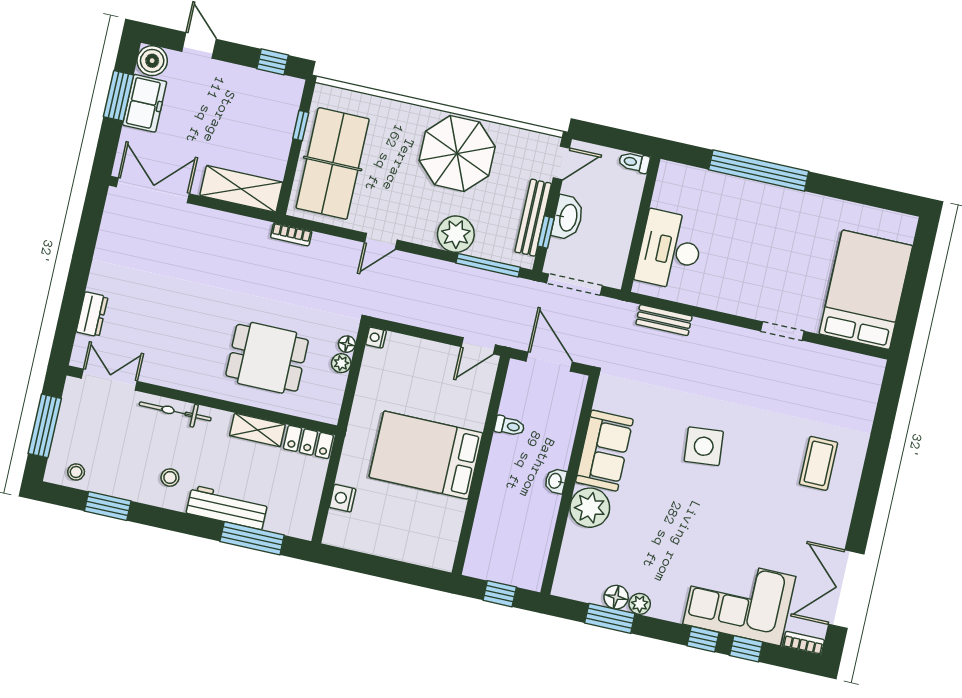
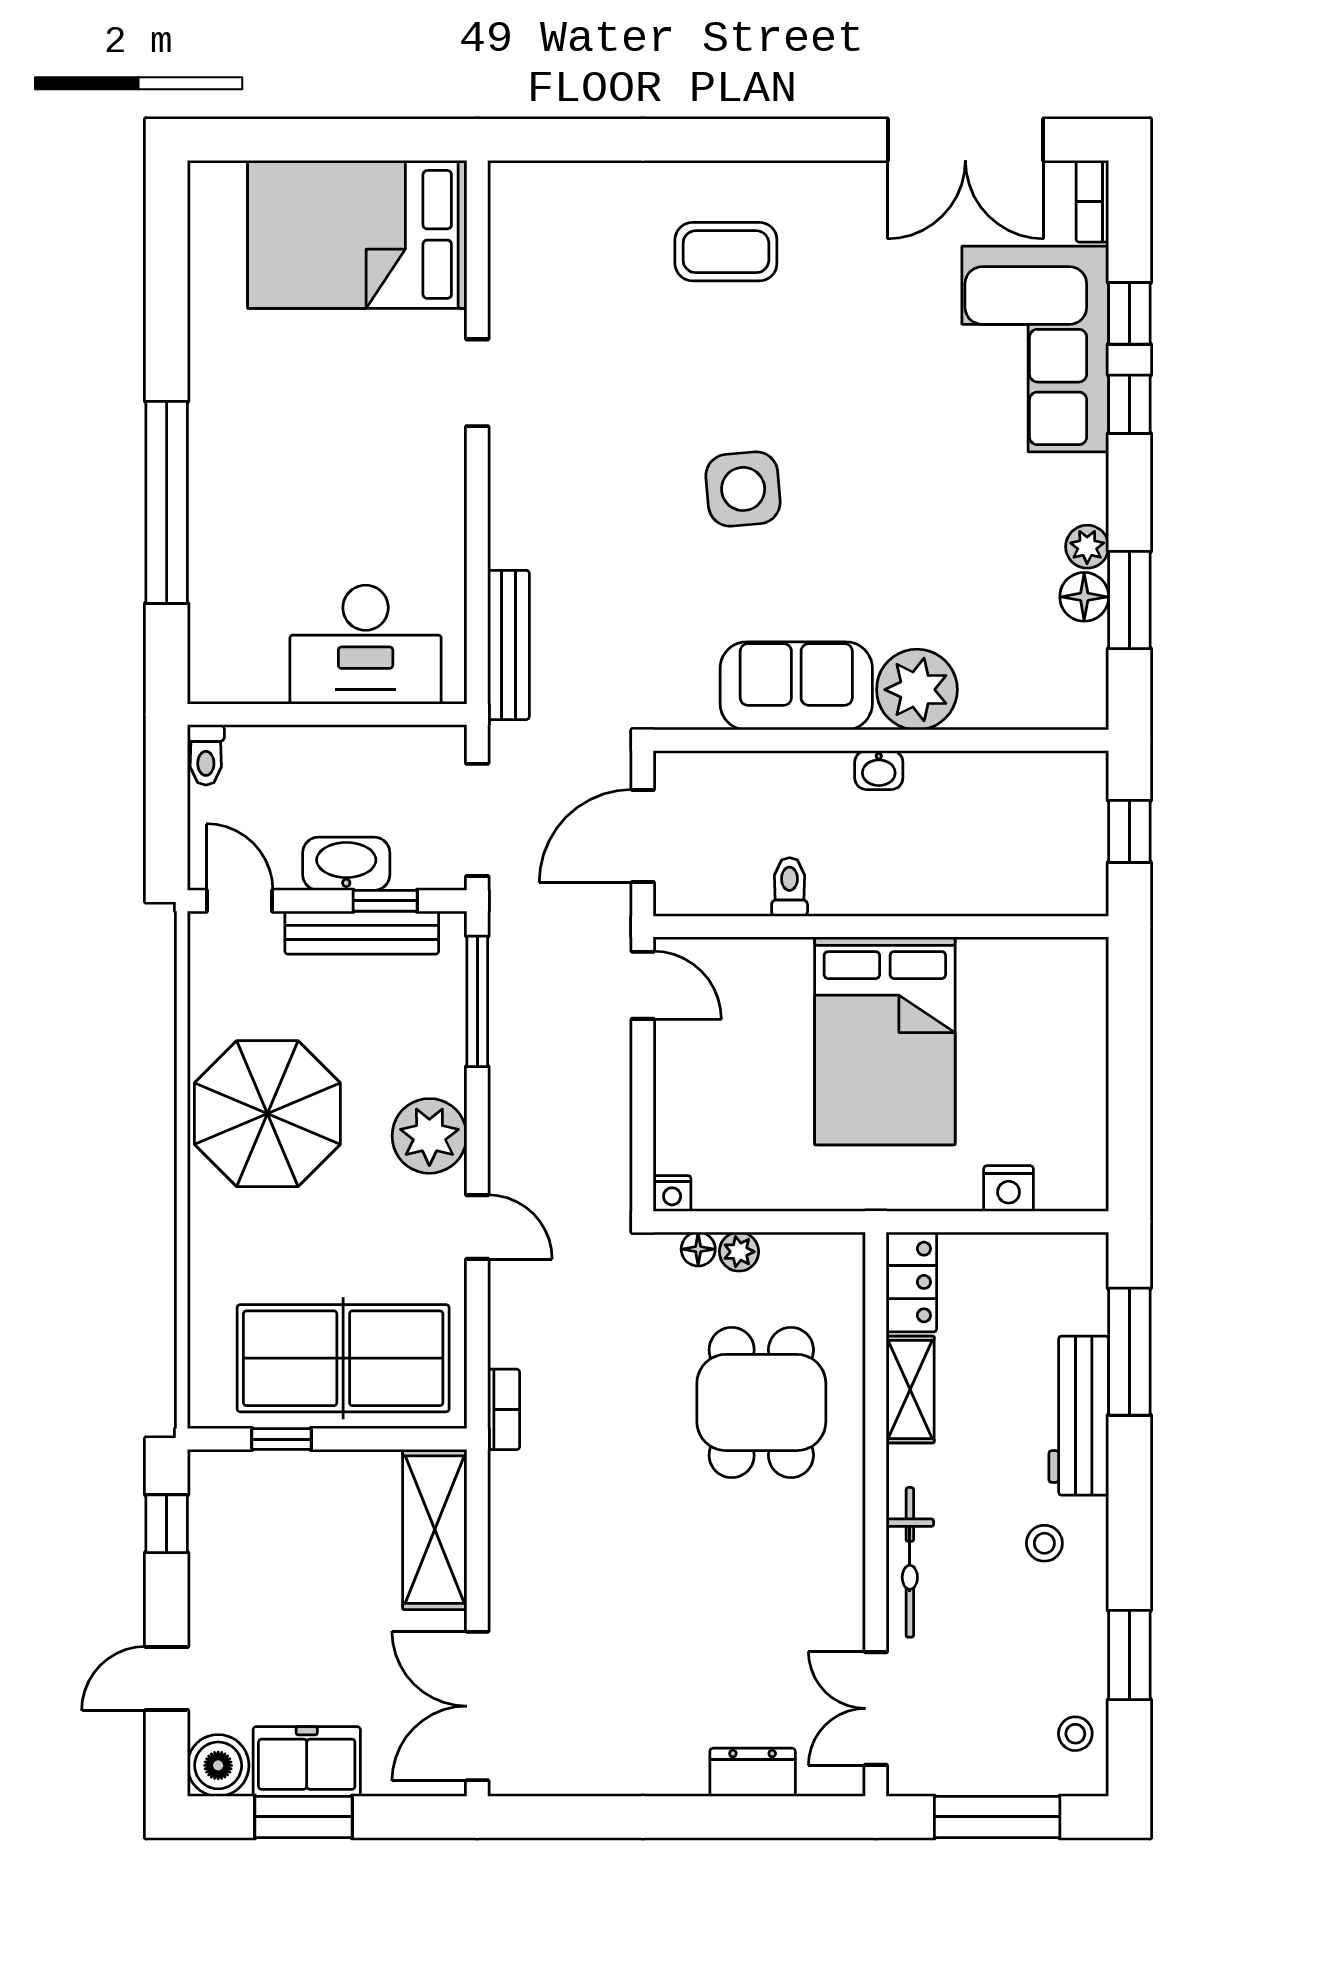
plant: (456, 234) -> (429, 1136), moved
bench: (664, 320) -> (508, 645), width x1.36

